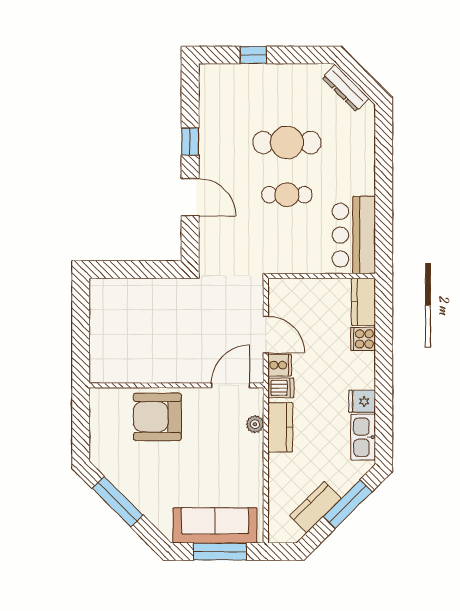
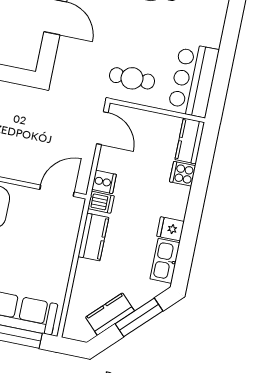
cafe table: (287, 195) -> (132, 78), moved
door: (266, 335) -> (102, 128), moved
plant: (255, 424) -> (71, 230), removed

